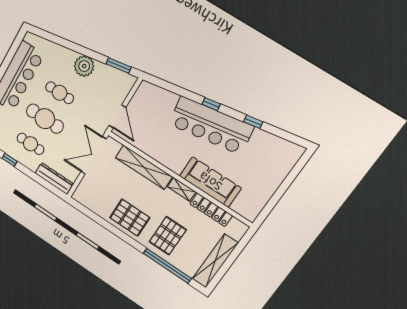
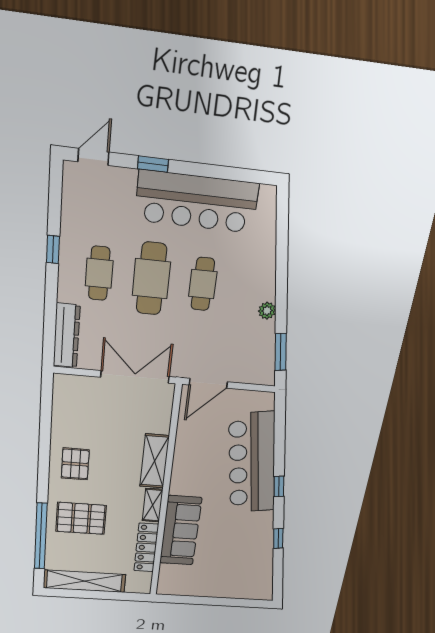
plant: (84, 66) -> (267, 311), width x0.53, depth x0.53
bar counter: (211, 125) -> (252, 463), moved
shelving: (144, 167) -> (154, 461), width x0.68
pallet: (130, 218) -> (75, 464), width x0.67, depth x0.71

